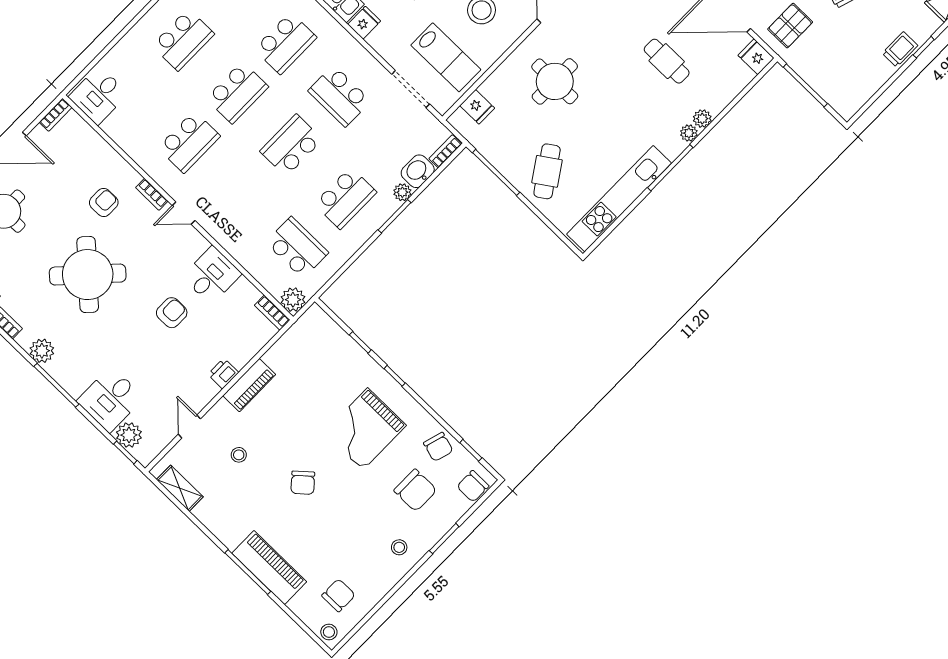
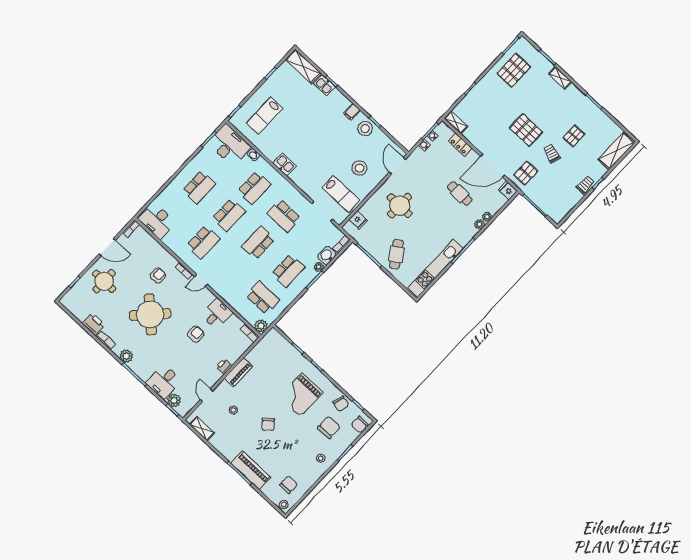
fridge: (364, 23) -> (296, 176), removed
desk: (98, 95) -> (157, 221), width x1.37
plant: (689, 133) -> (487, 217), moved
chair: (415, 490) -> (329, 427), turned -90

